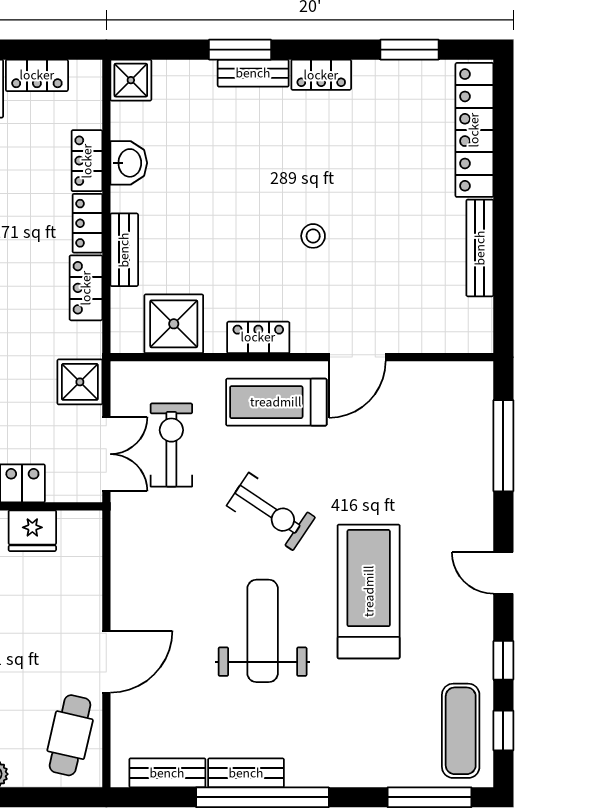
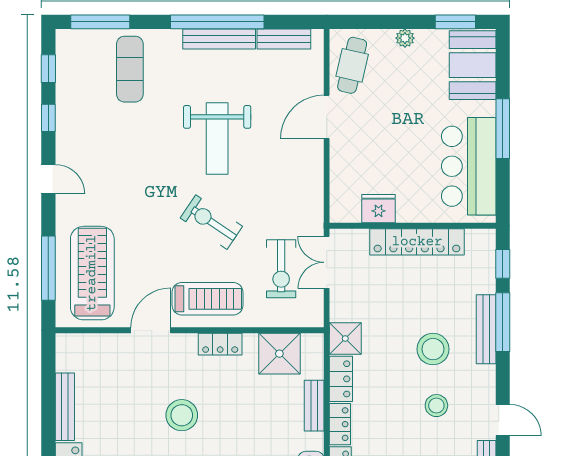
stool: (313, 236) -> (182, 415), width x1.89, depth x1.89
shower: (80, 382) -> (345, 339), moved
treadmill: (369, 591) -> (92, 273), moved, turned 180
exercise mat: (461, 731) -> (130, 69), moved
bench: (246, 773) -> (219, 39), width x1.36

